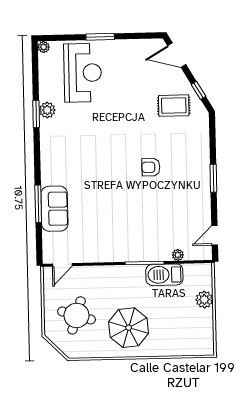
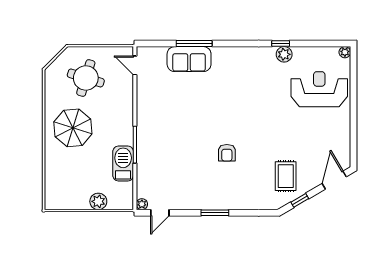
window: (100, 37) -> (354, 107), removed
reception desk: (83, 73) -> (319, 89), turned 180
window: (36, 114) -> (281, 44), width x0.67
armchair: (151, 167) -> (227, 153), turned 180
door: (215, 235) -> (160, 213), swing flipped
plant: (178, 255) -> (142, 204), moved

